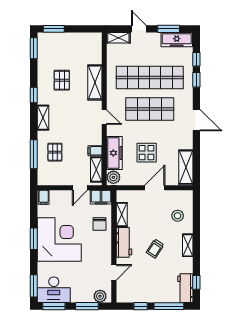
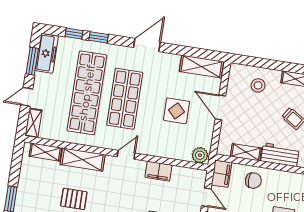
filing cabinet: (95, 151) -> (158, 171), width x2.00
freezer: (114, 153) -> (171, 149), removed
shelving: (96, 170) -> (45, 152), moved

